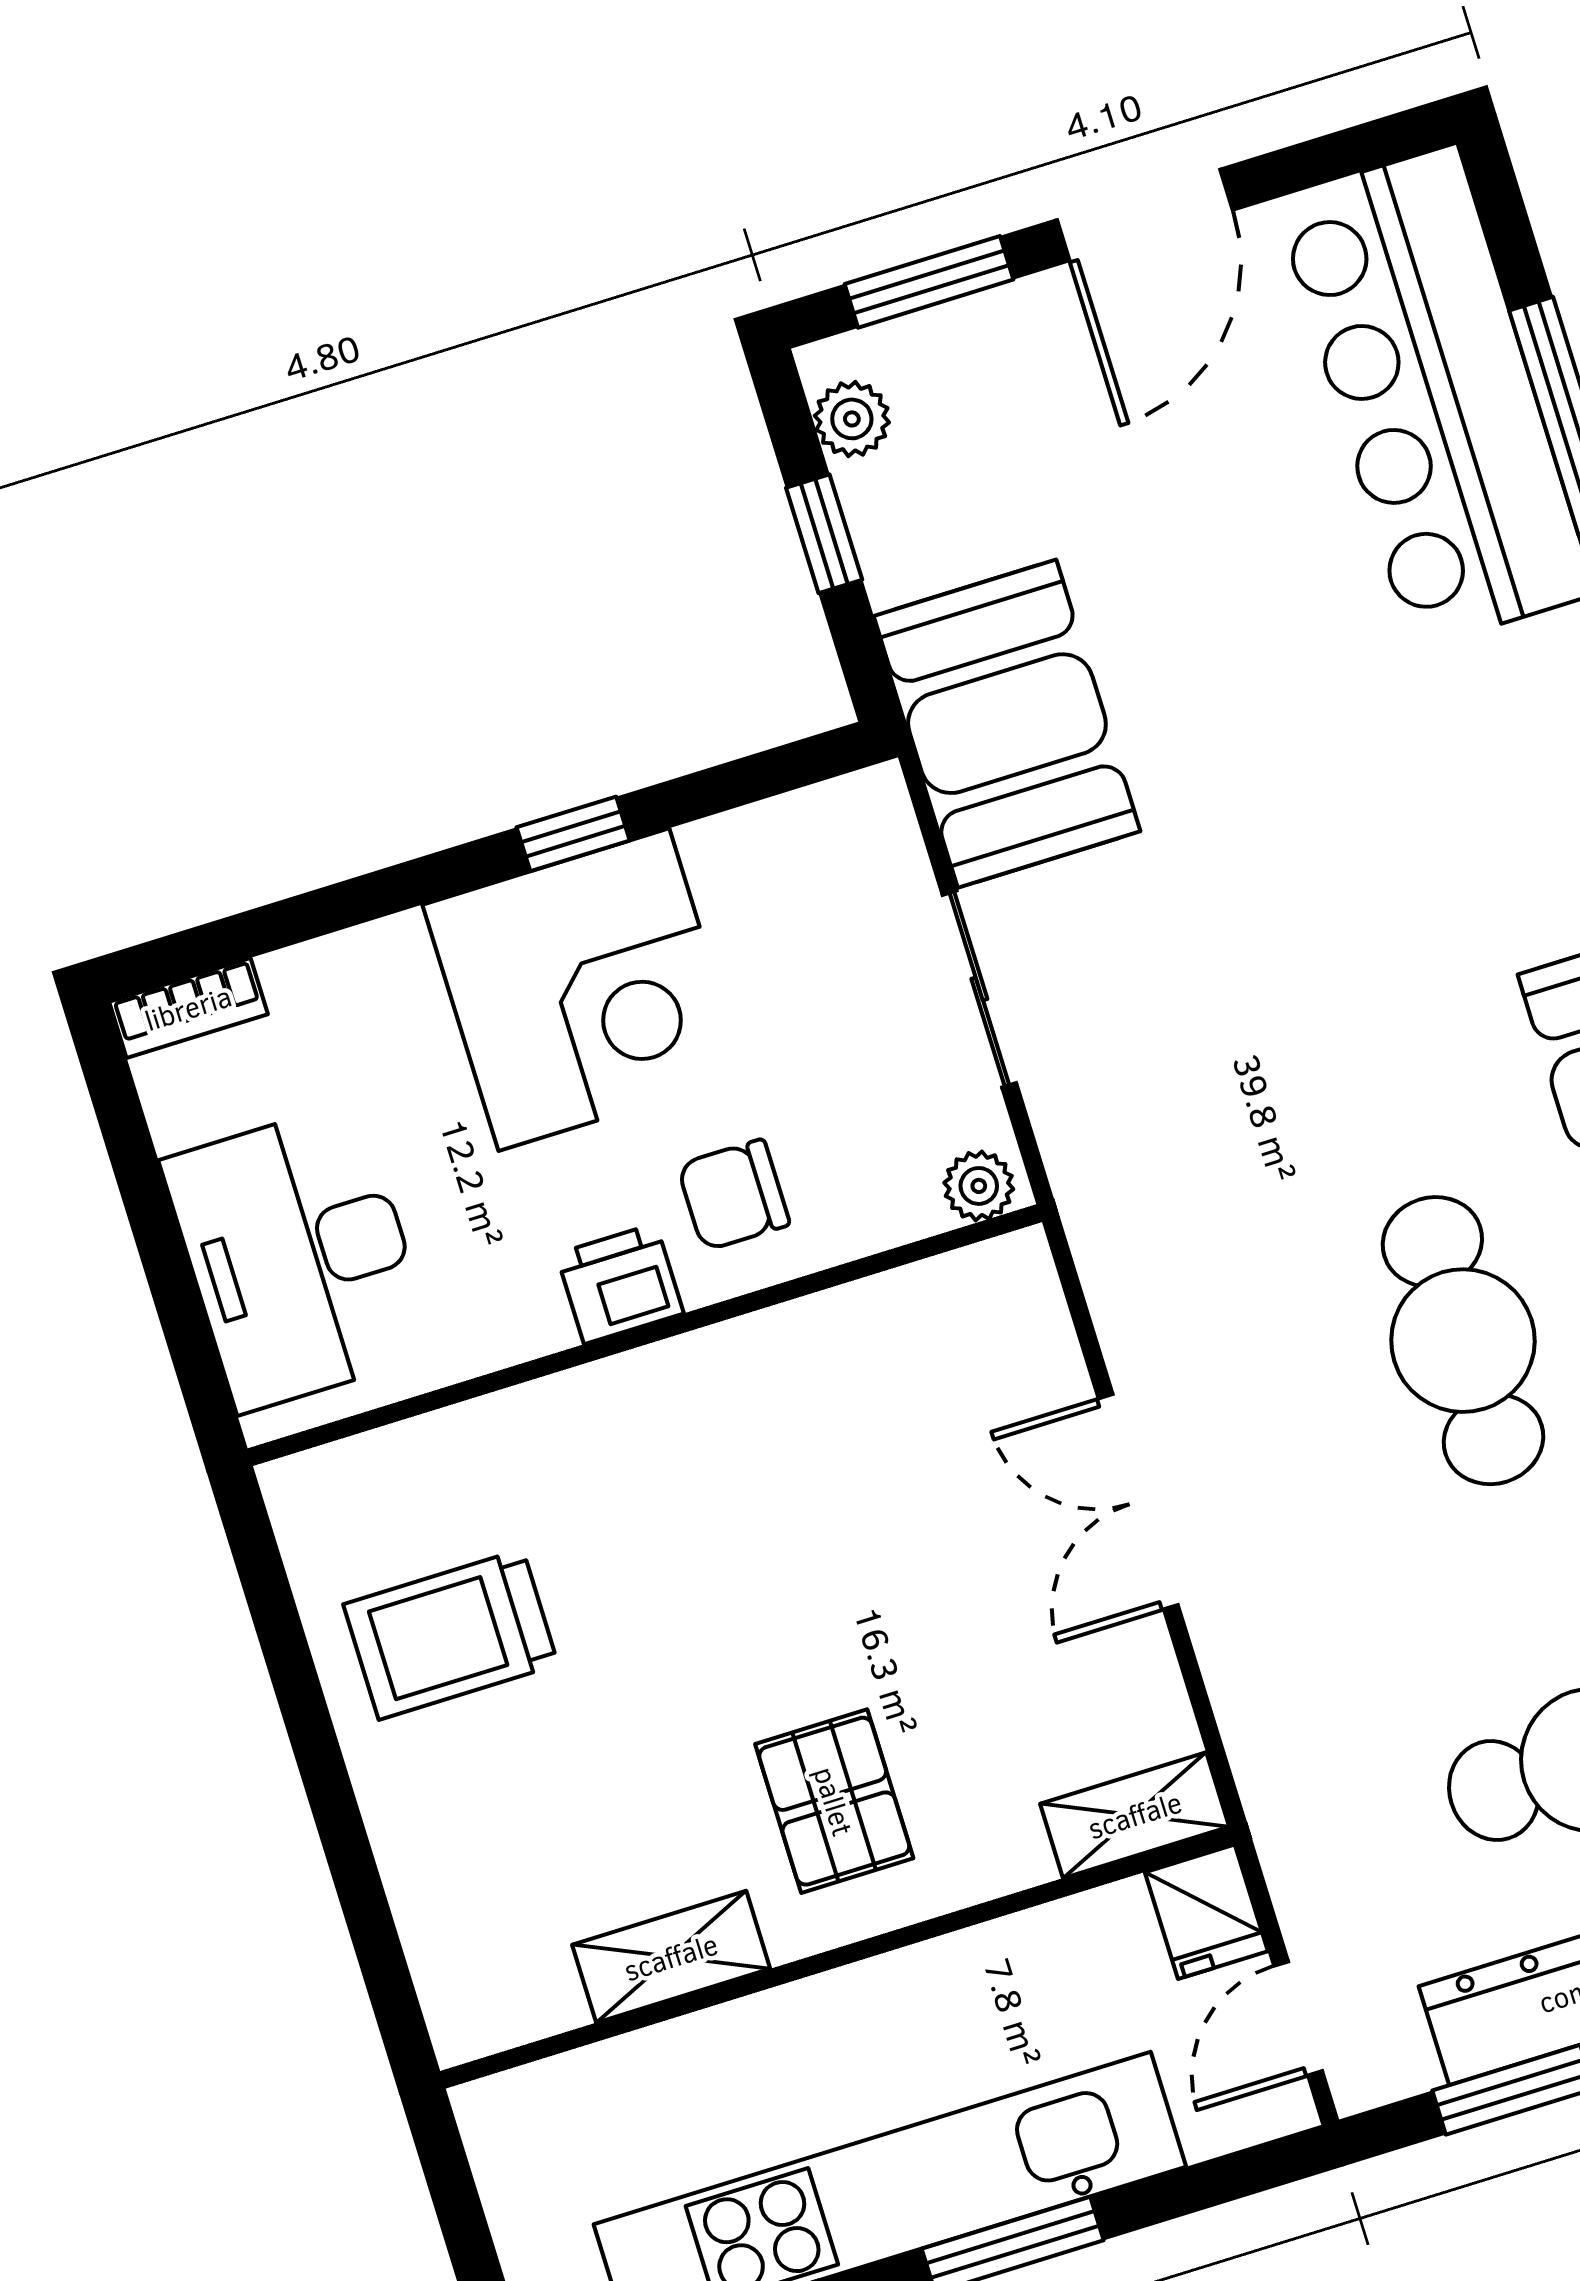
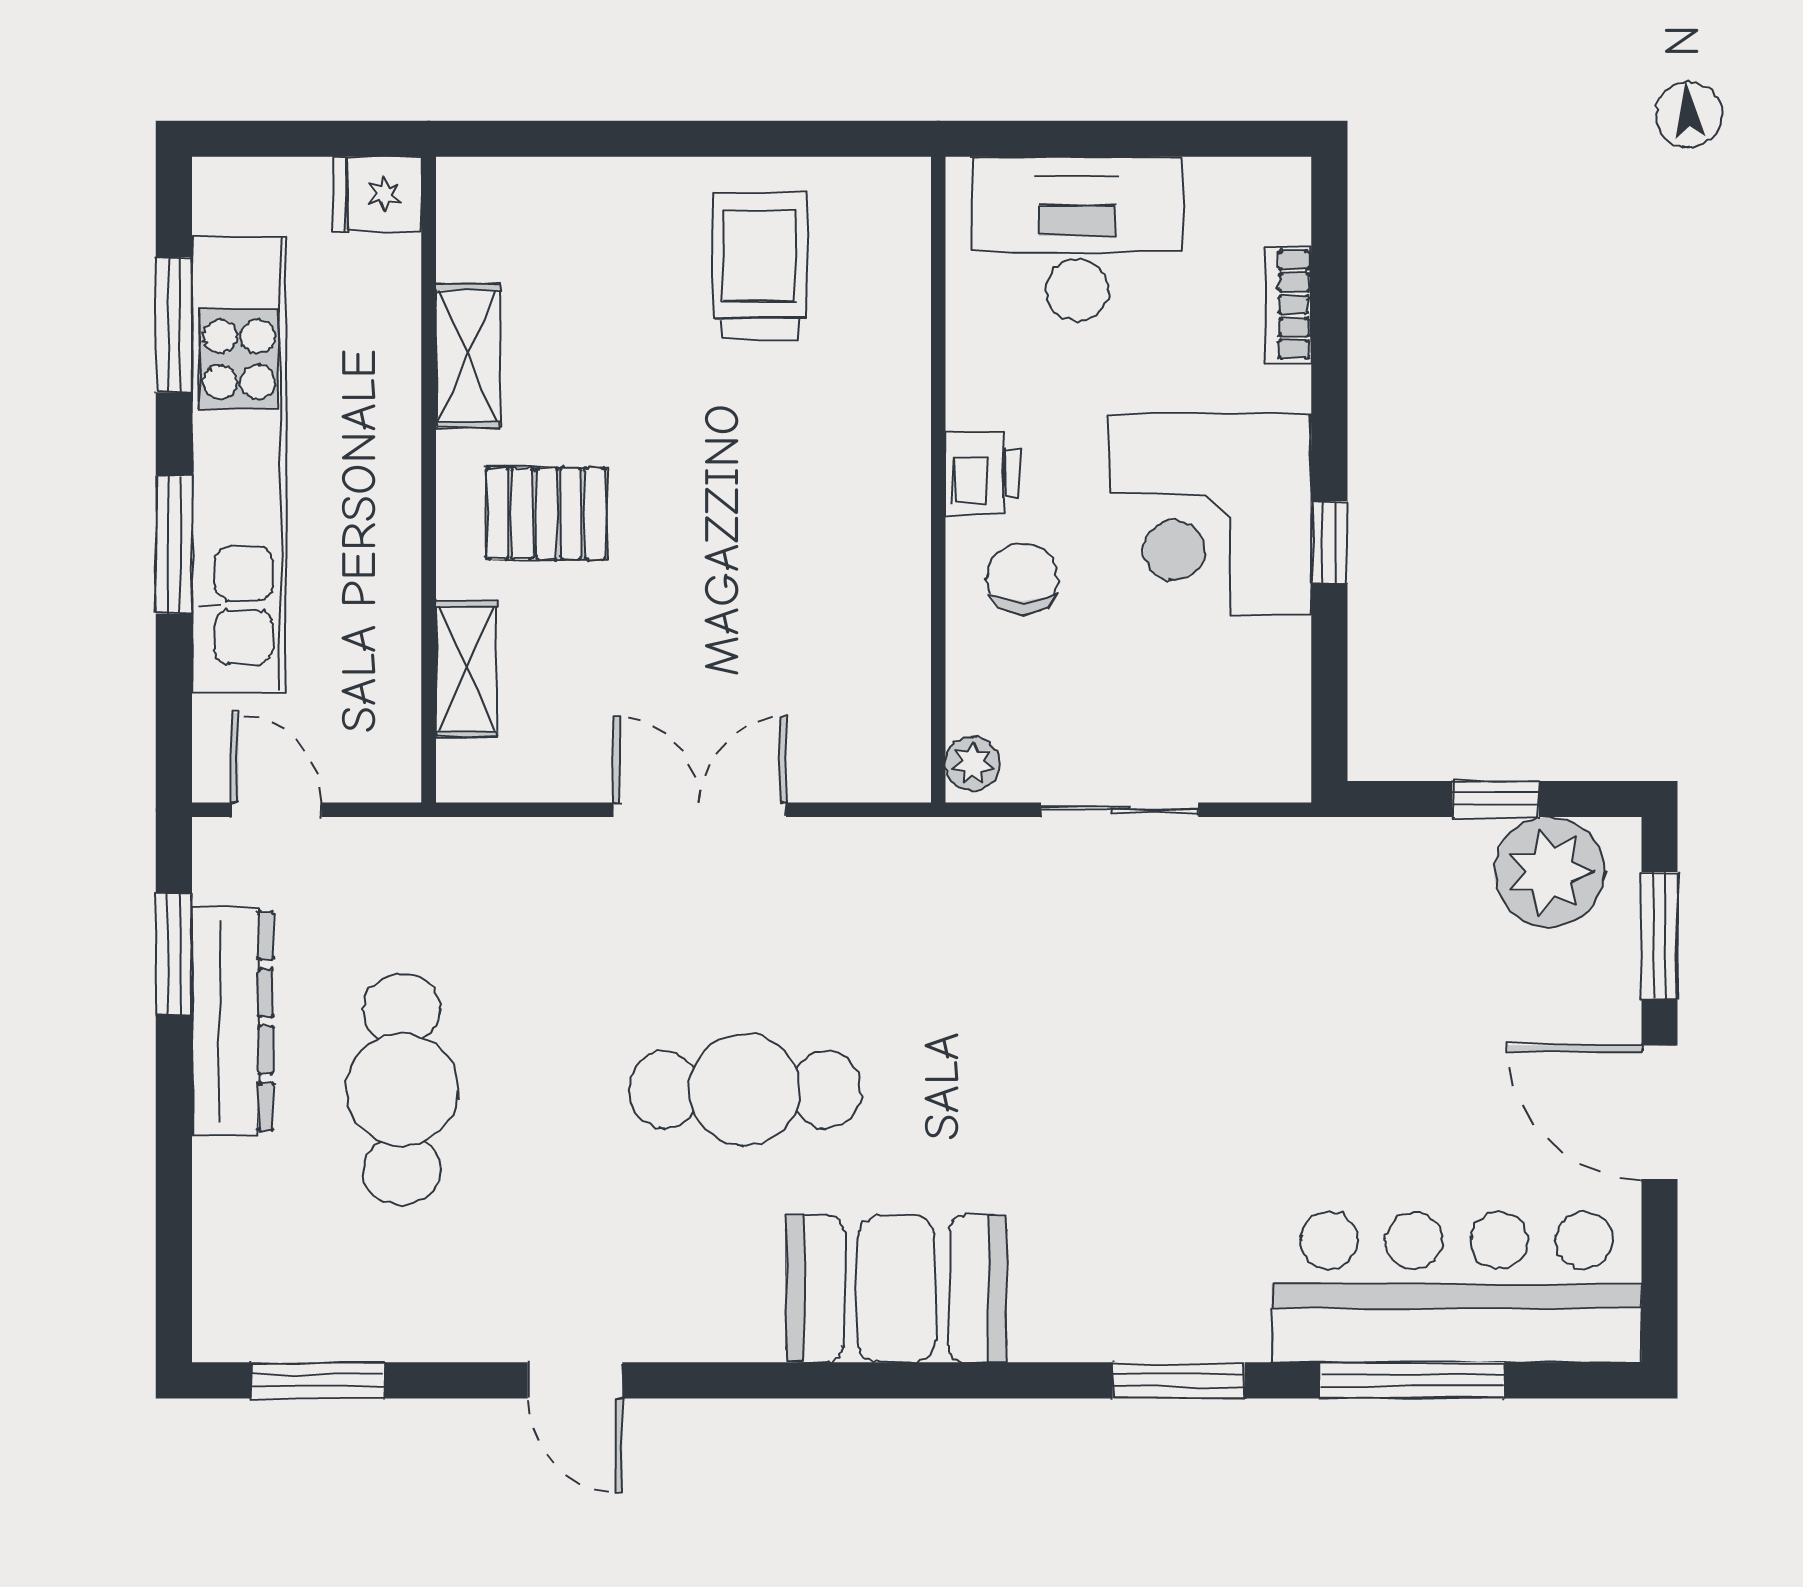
plant: (852, 419) -> (1549, 872), width x1.88, depth x1.88
booth: (1007, 724) -> (1311, 892), removed
bookcase: (188, 1008) -> (1288, 305), moved
shelving: (1135, 1815) -> (466, 668), moved
fridge: (1206, 1912) -> (378, 193), moved

